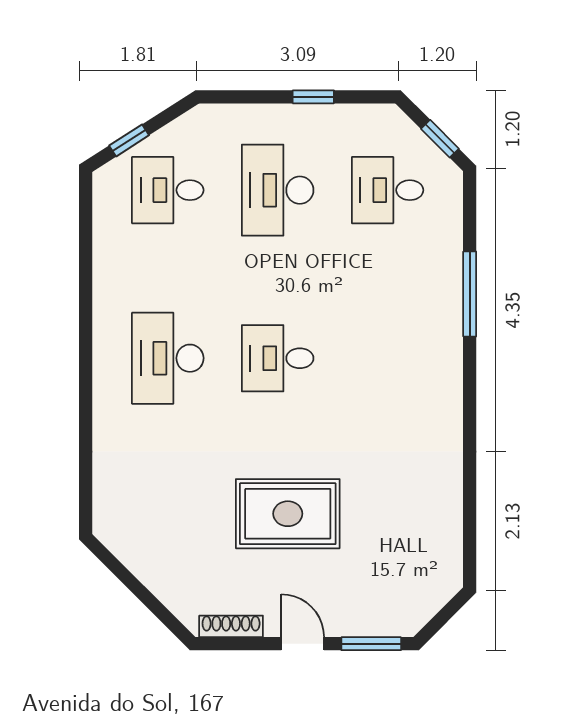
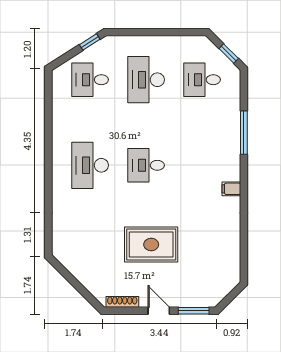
window: (313, 97) -> (164, 32), removed
window: (129, 140) -> (90, 42), moved
filing cabinet: (445, 404) -> (231, 189), added

